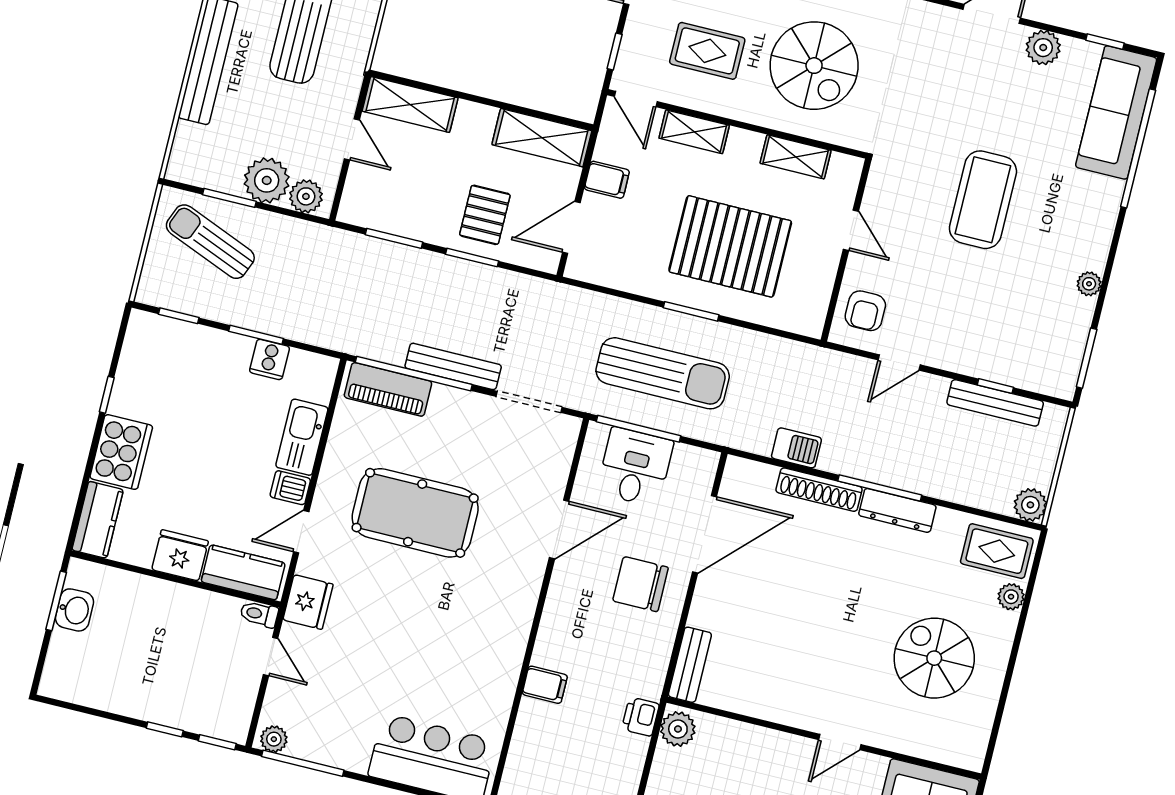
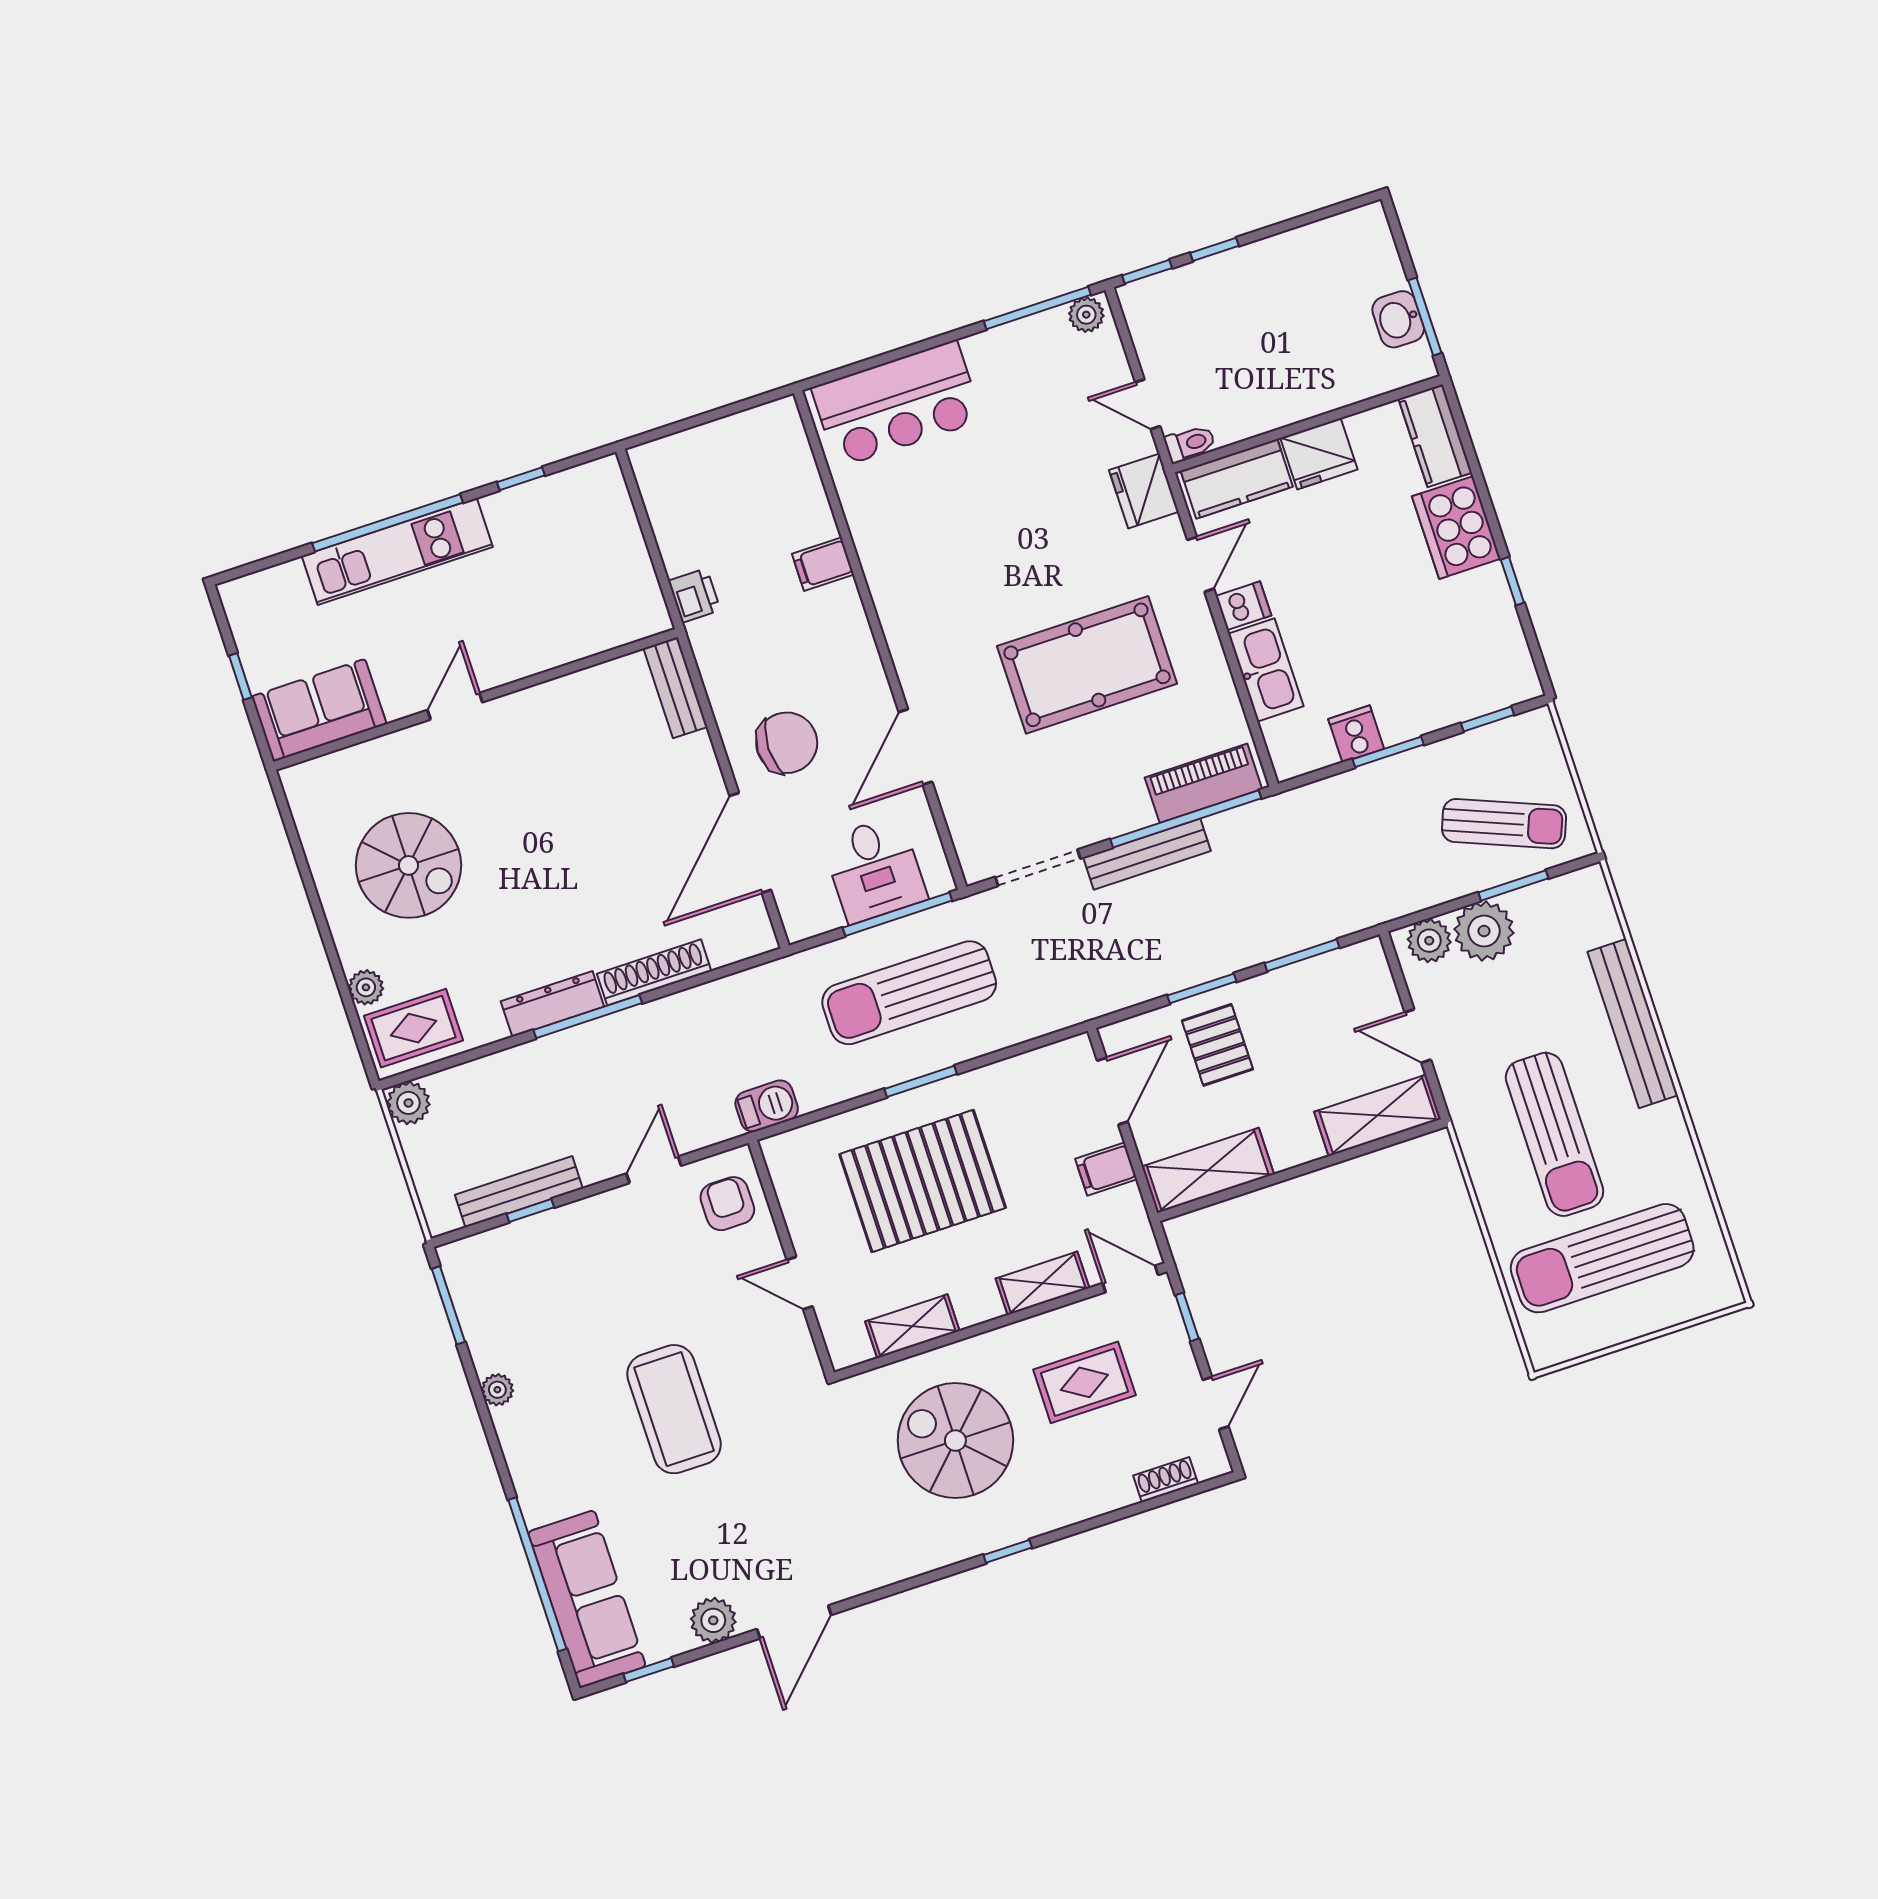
barbecue: (796, 448) -> (767, 1106), moved, turned 180
plant: (678, 729) -> (644, 608), removed

